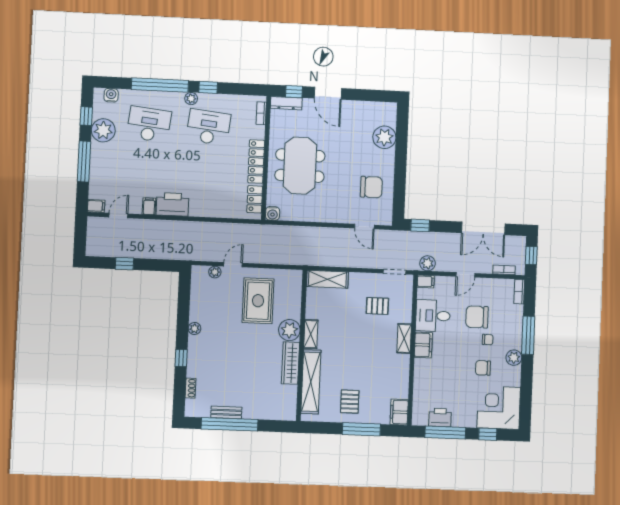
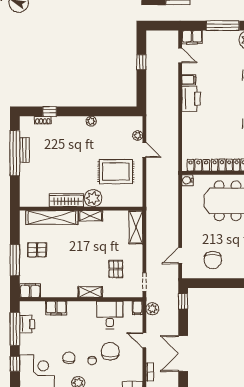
filing cabinet: (96, 206) -> (192, 37), width x2.00
filing cabinet: (423, 345) -> (56, 308), moved
window: (181, 358) -> (50, 111), moved

